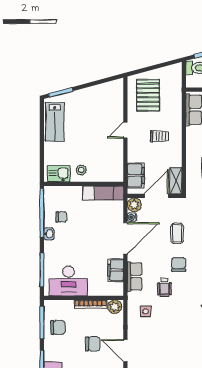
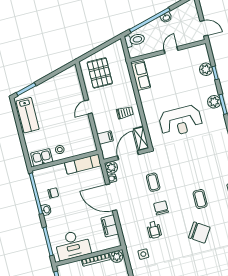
trolley: (160, 136) -> (125, 113), moved
filing cabinet: (136, 176) -> (105, 137), width x0.50
door: (125, 238) -> (111, 197), swing flipped
row of seats: (135, 276) -> (127, 227), removed

